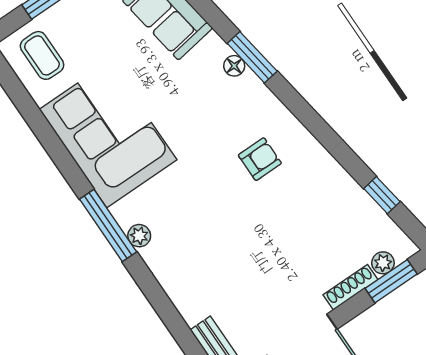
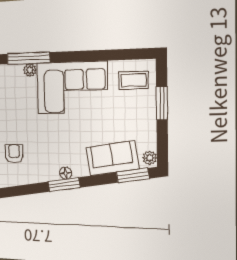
armchair: (260, 159) -> (14, 154), turned 180
plant: (139, 236) -> (30, 70), moved

